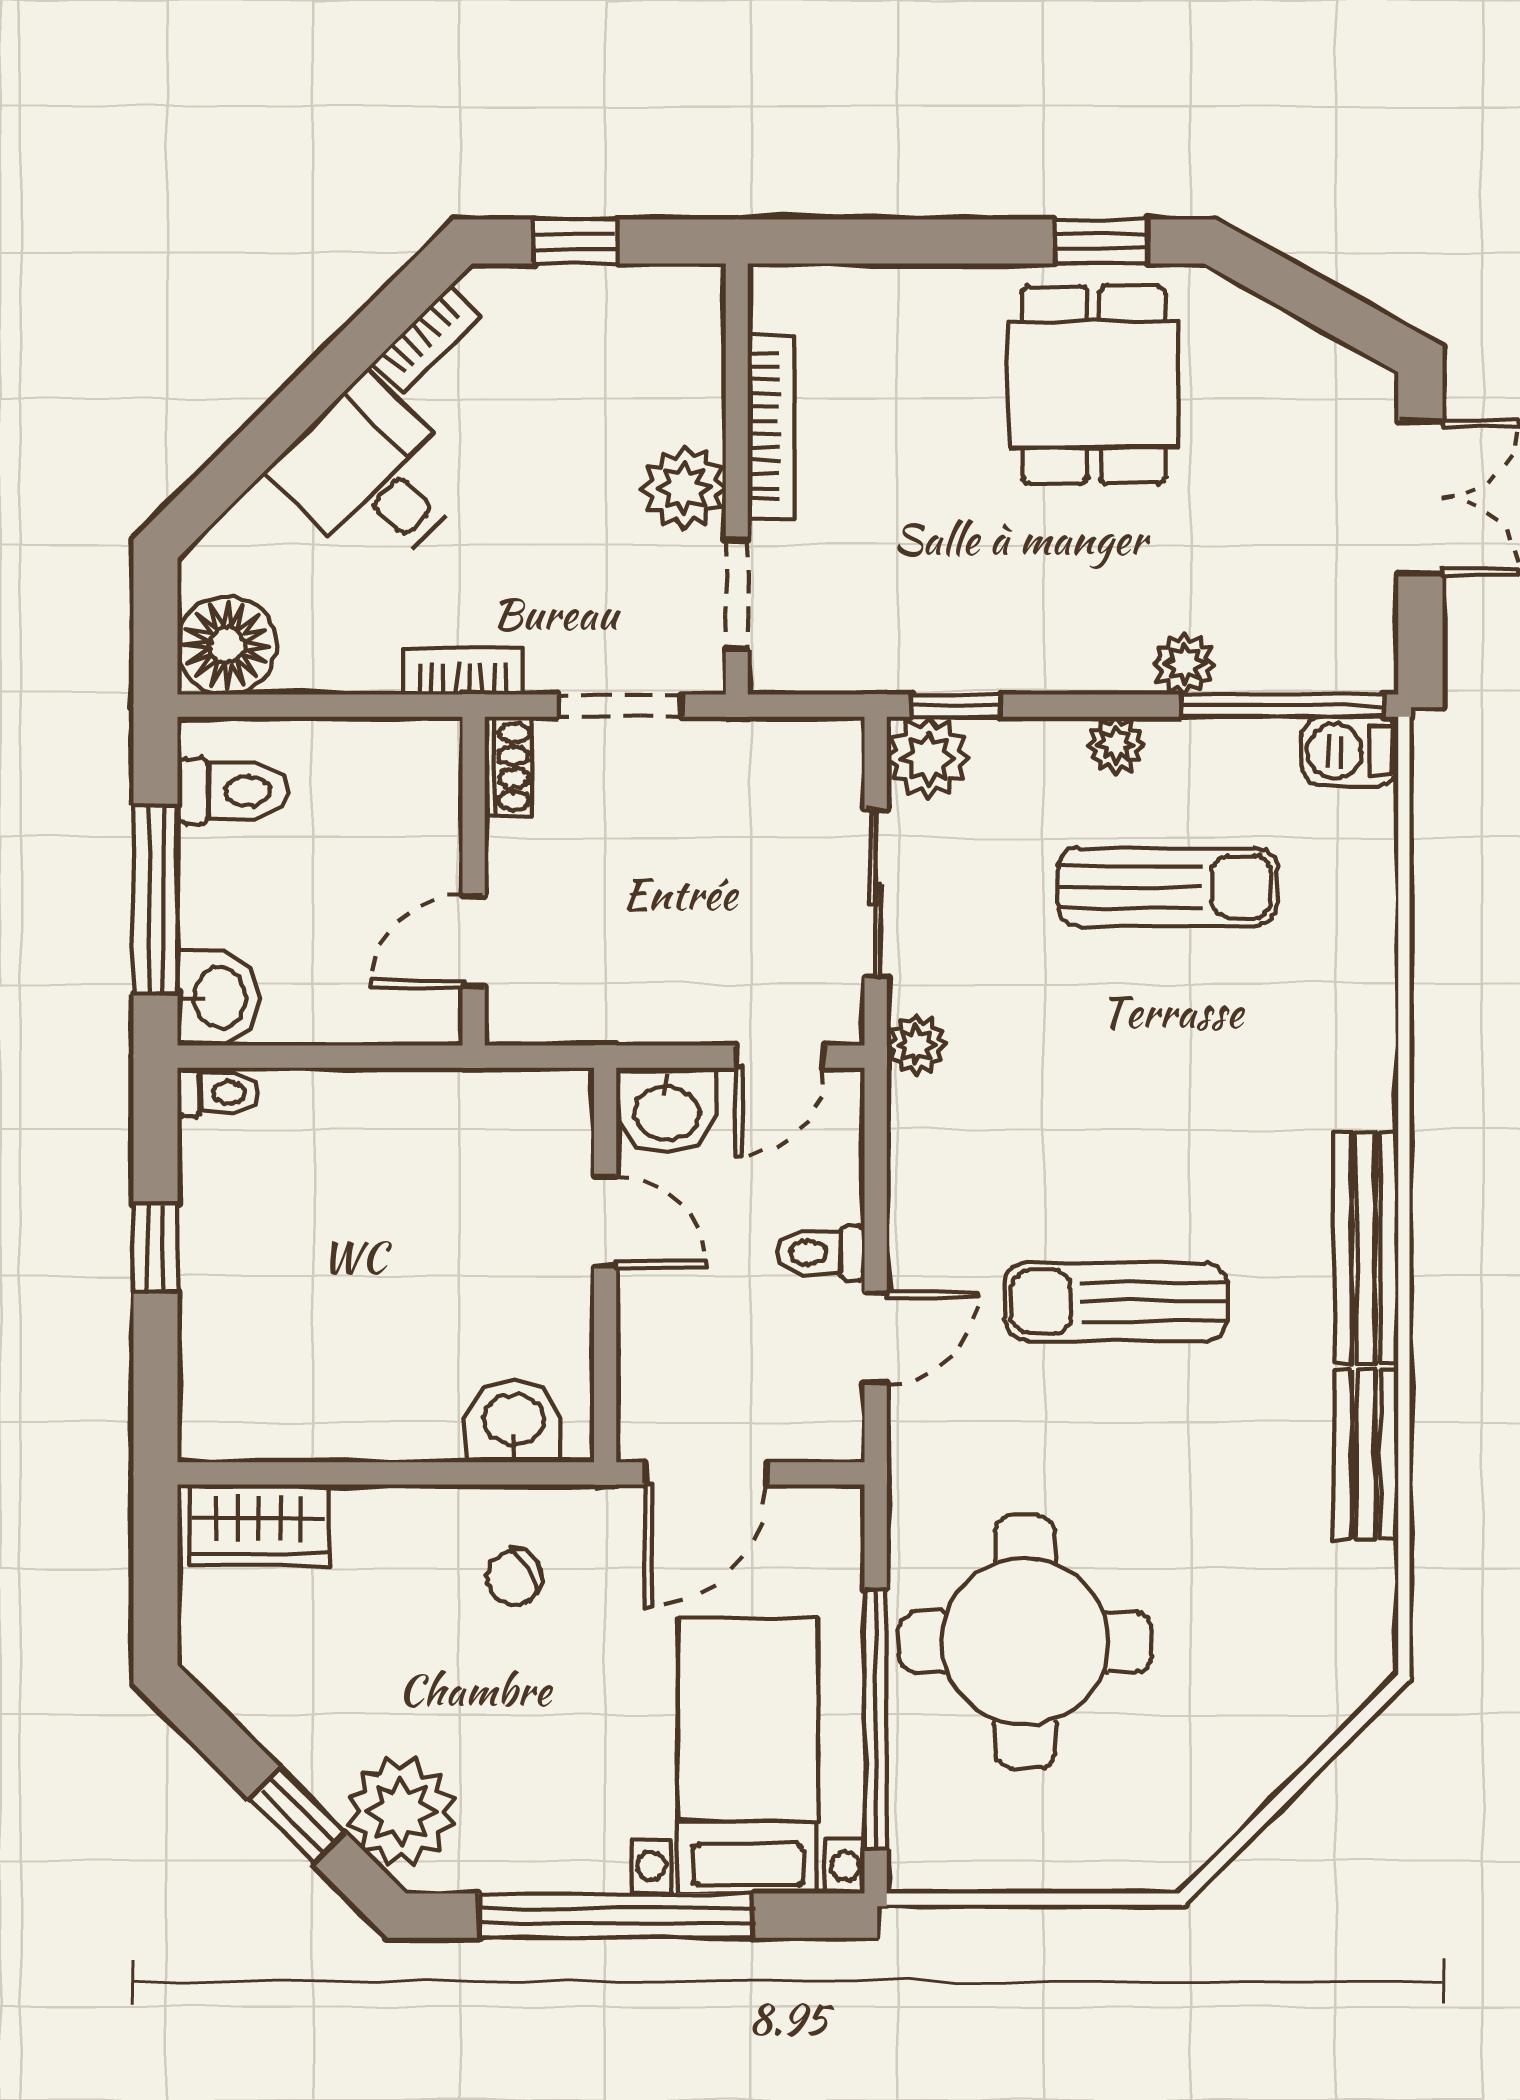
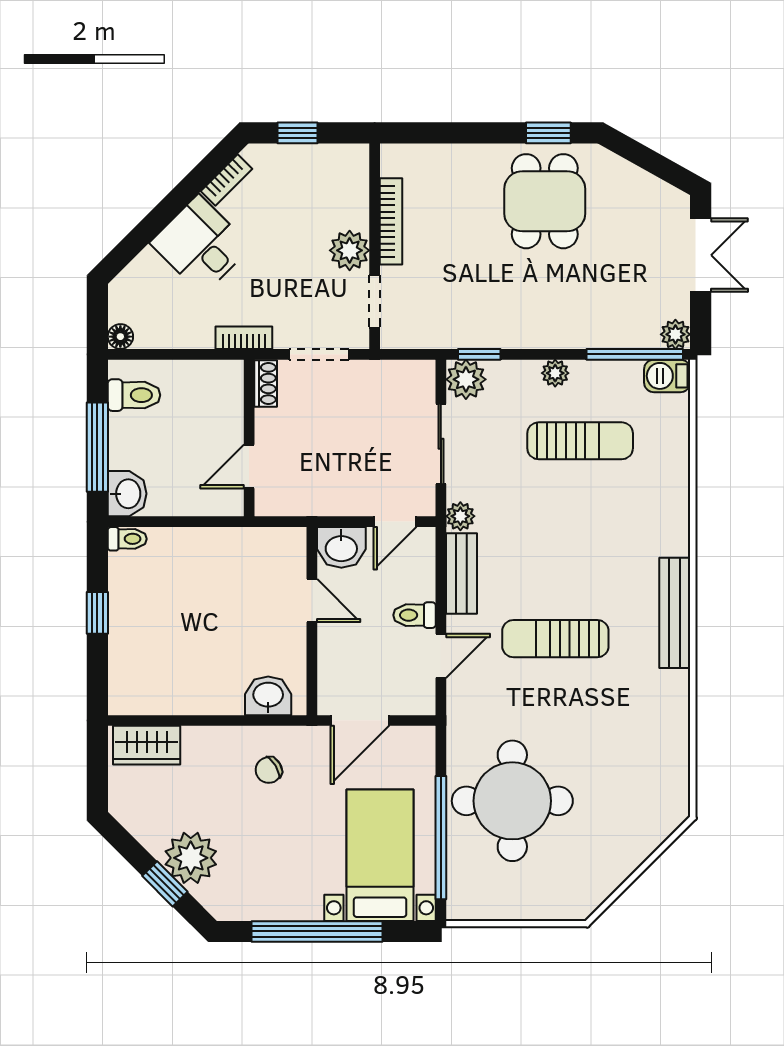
floor lamp: (227, 645) -> (120, 337), width x0.53, depth x0.53
plant: (1184, 664) -> (675, 334), moved
bench: (1366, 1454) -> (462, 574), moved
plant: (401, 1812) -> (191, 858), moved

